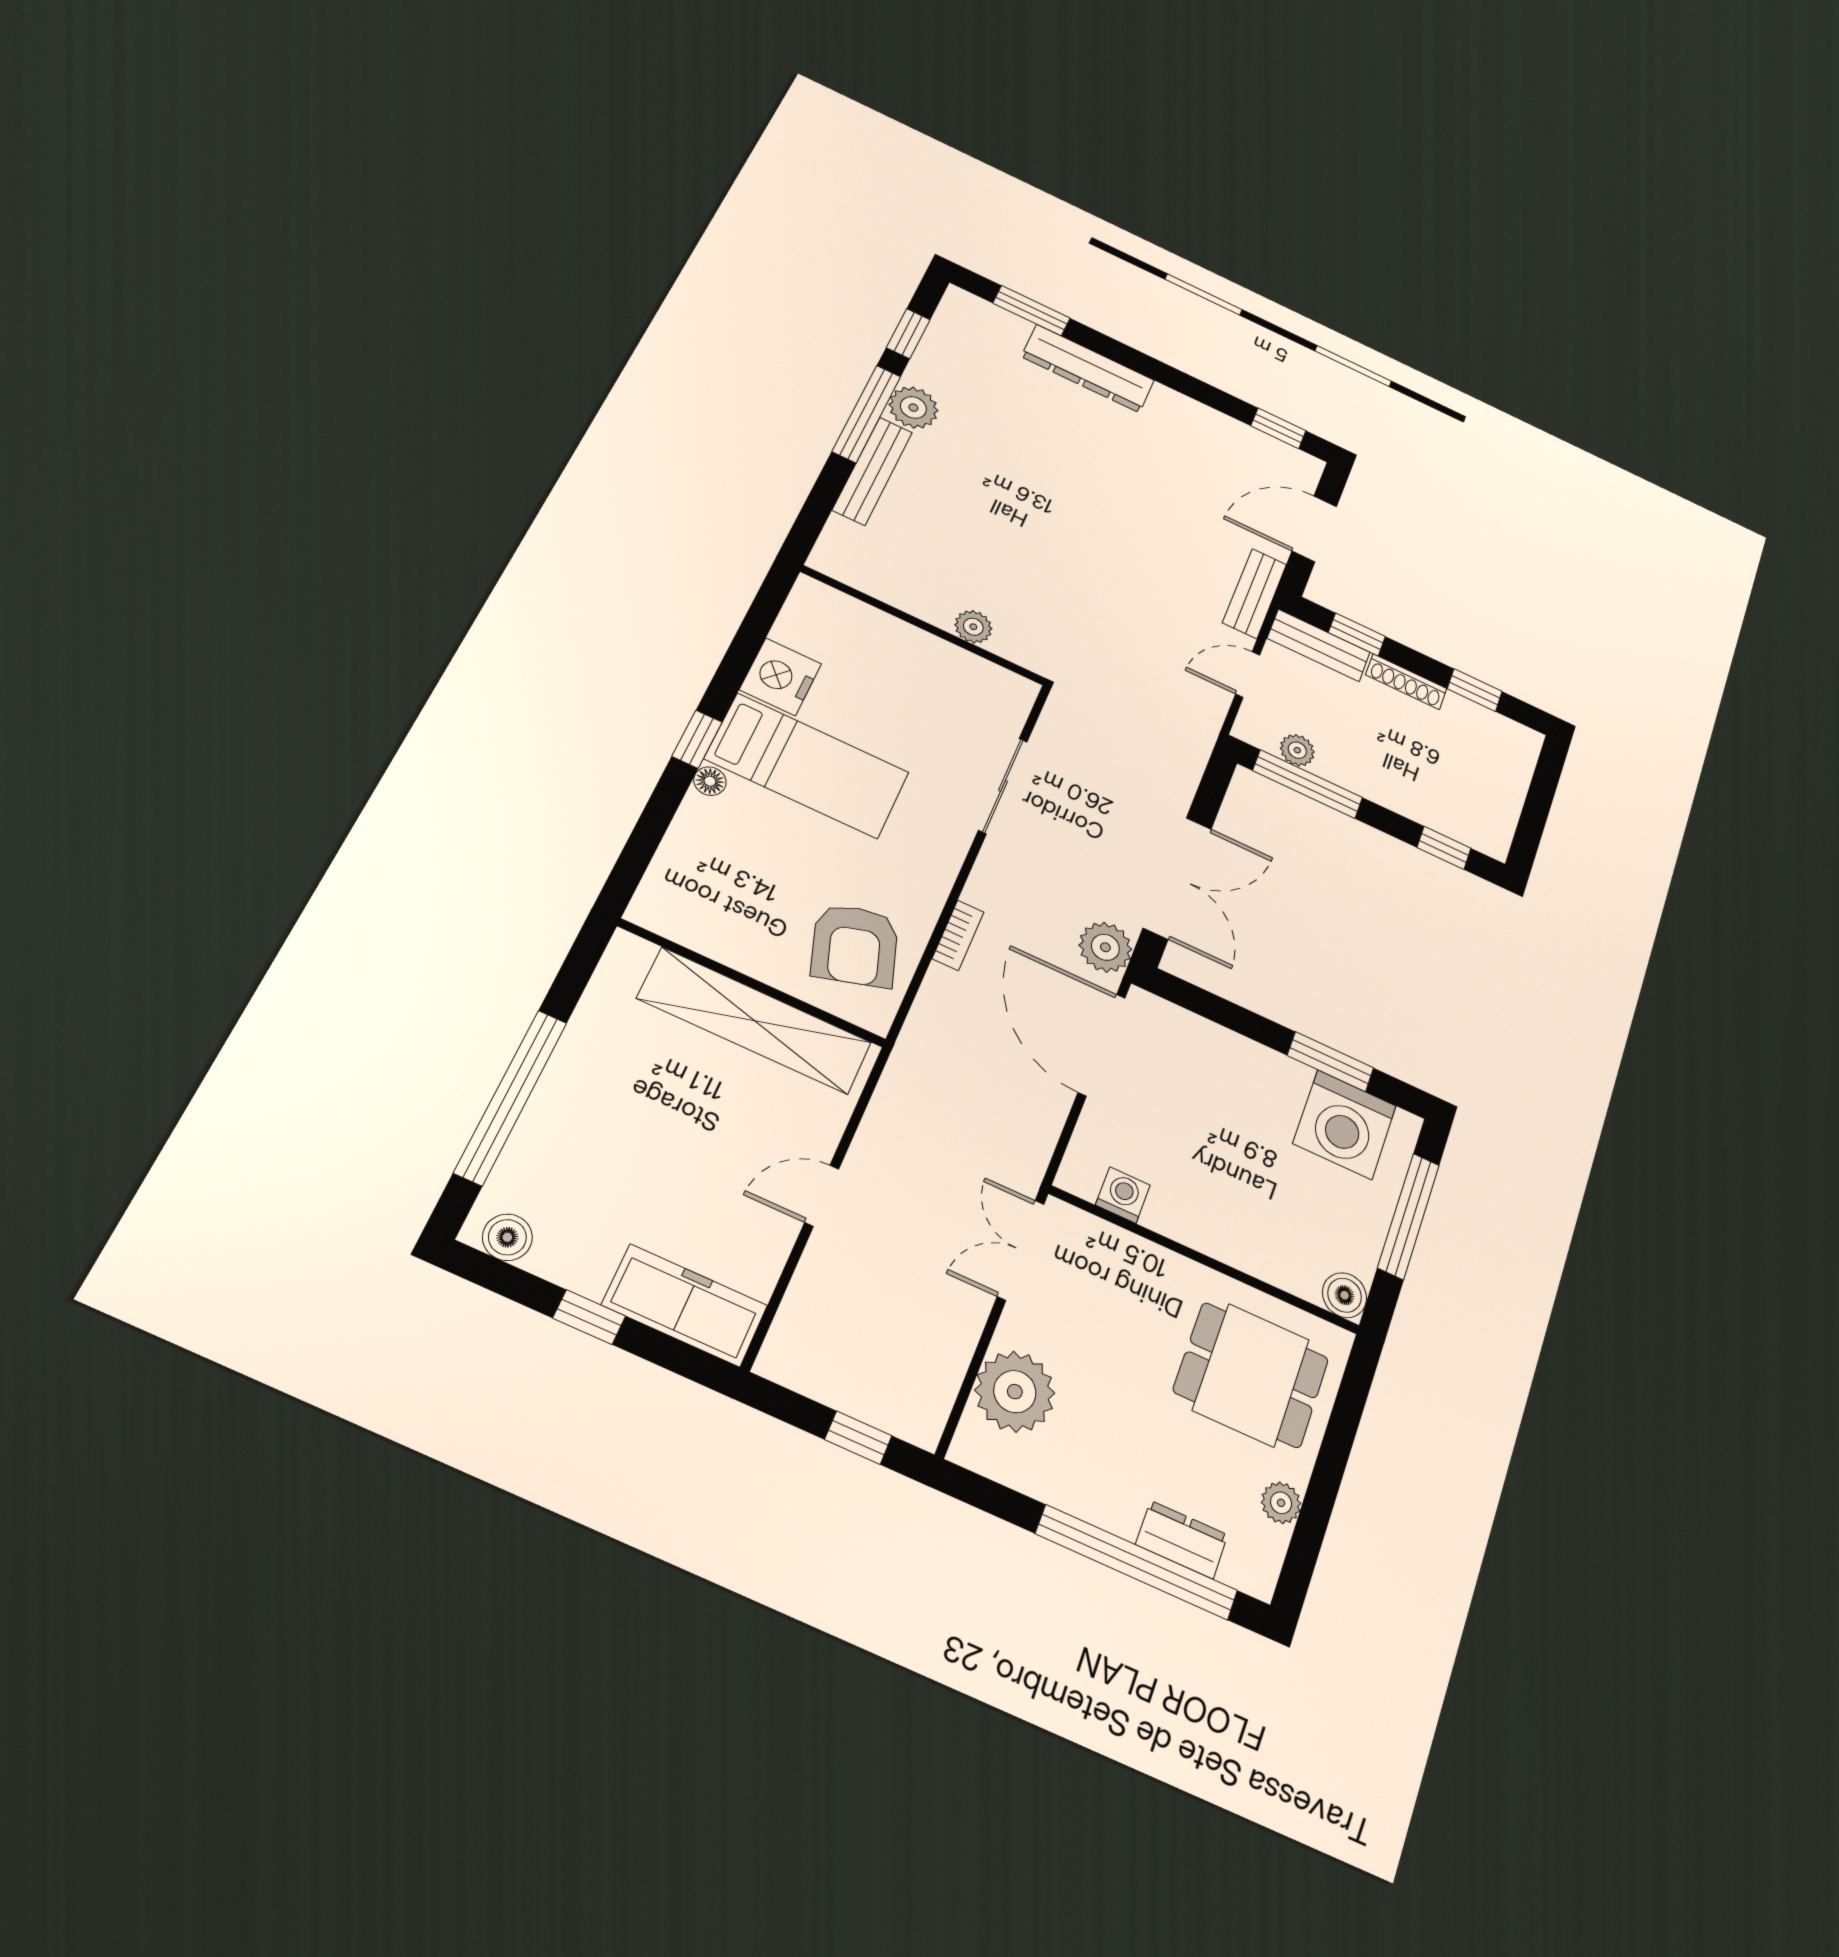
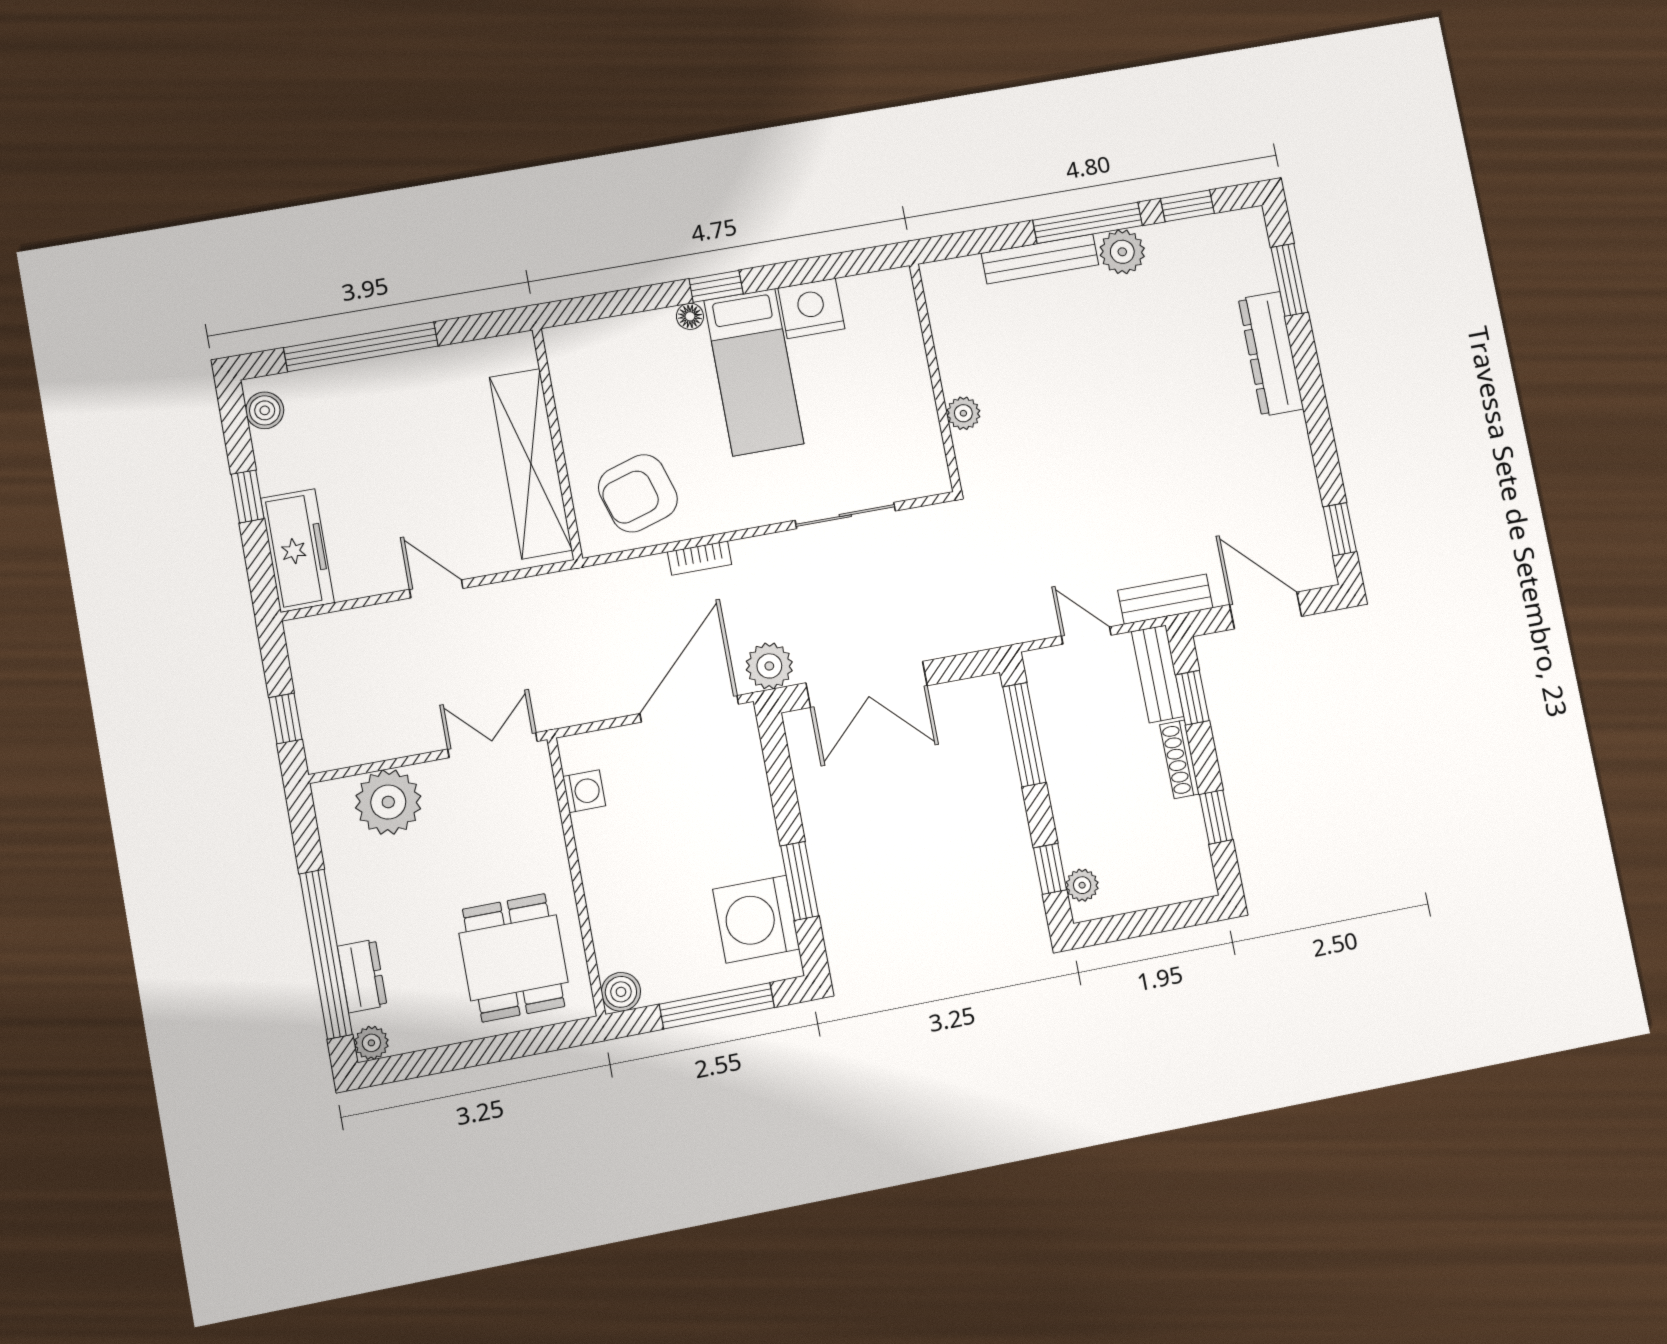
plant: (1297, 750) -> (1082, 885), moved
plant: (1281, 1503) -> (371, 1043), moved

